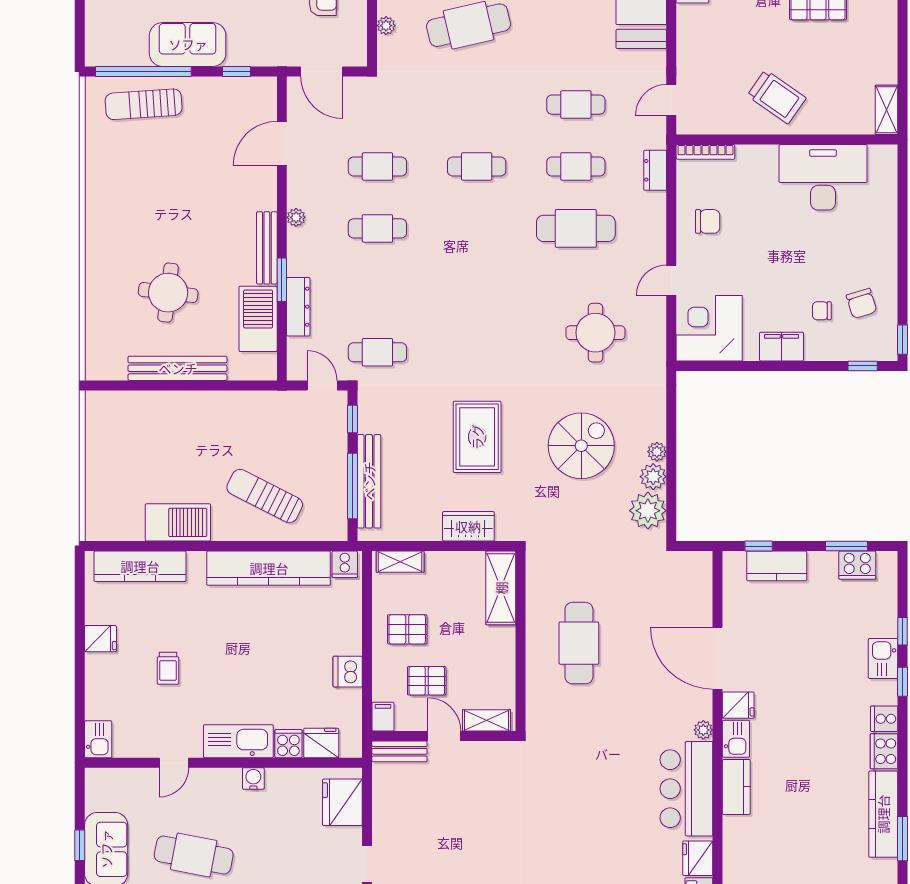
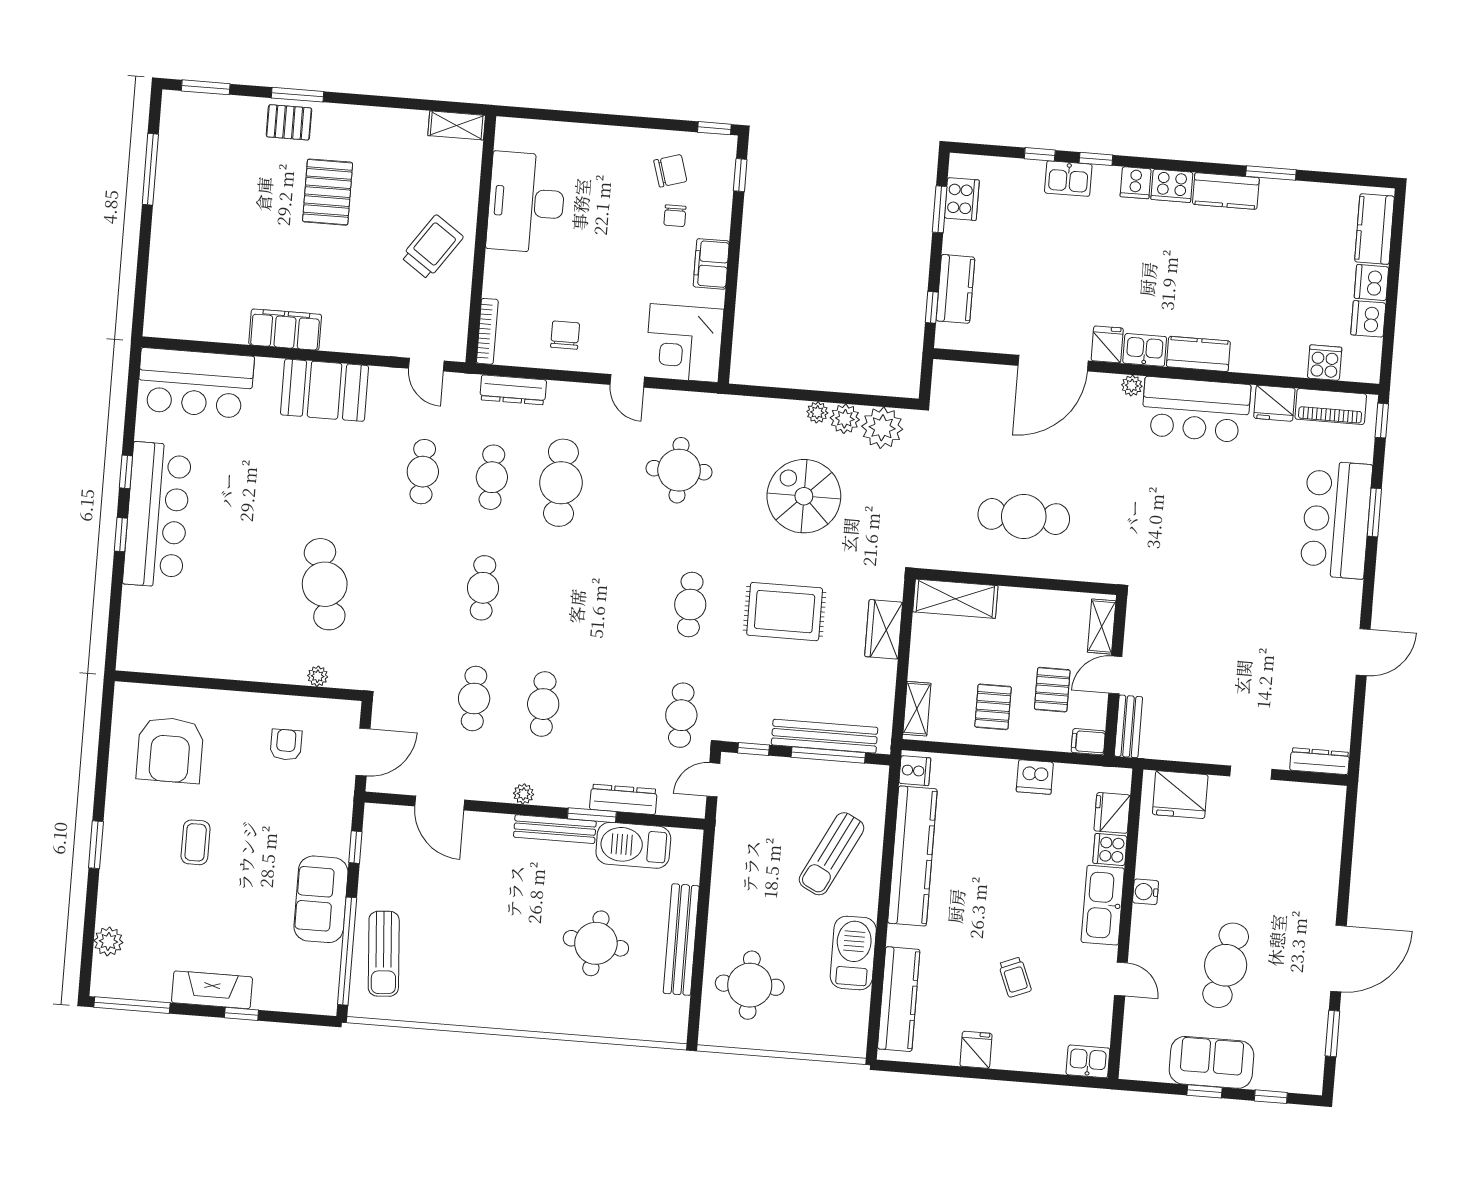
dresser: (655, 170) -> (513, 390), width x1.44
cafe table: (477, 352) -> (690, 605), added
round table: (142, 433) -> (750, 985), added
trolley: (168, 668) -> (1015, 977), turned 68
kitchen counter: (883, 814) -> (1226, 191), width x0.67

